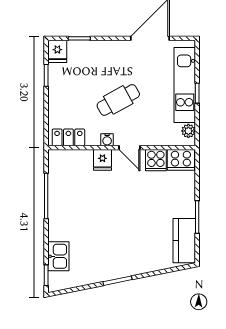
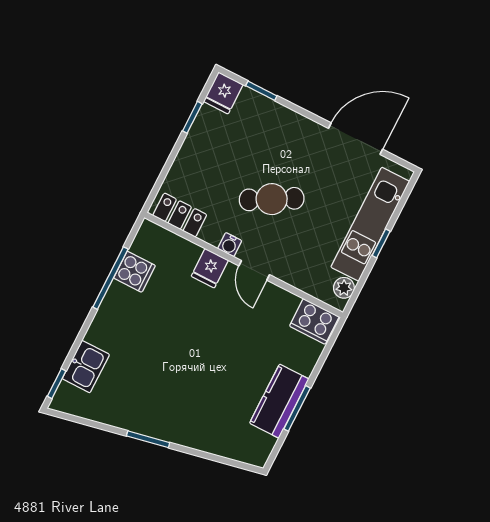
cooker: (156, 160) -> (134, 272), moved, turned -90
kitchen counter: (184, 241) -> (279, 401), moved

